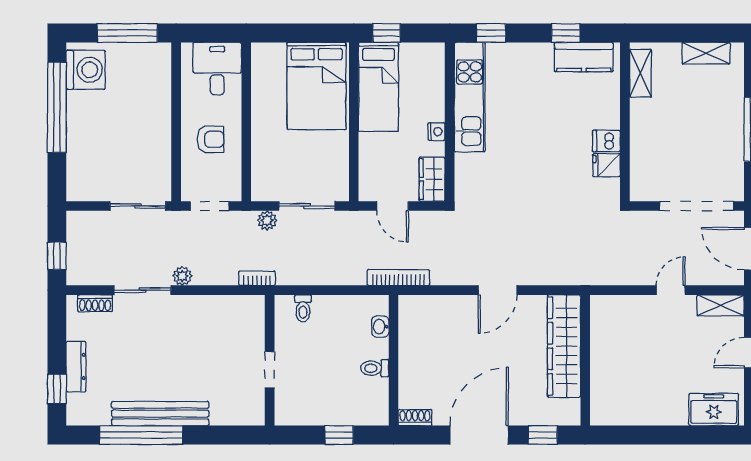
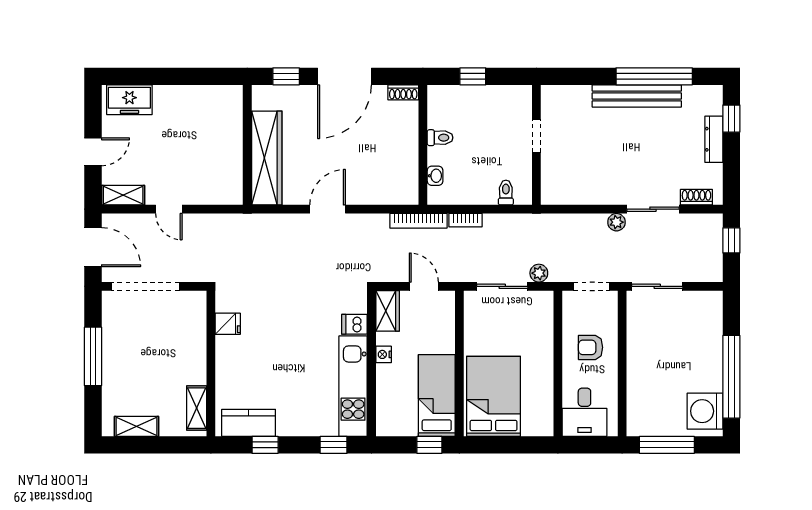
dishwasher: (606, 141) -> (354, 324), moved, turned 180
bookcase: (257, 278) -> (465, 220), moved
door: (671, 290) -> (169, 209), hinge flipped

